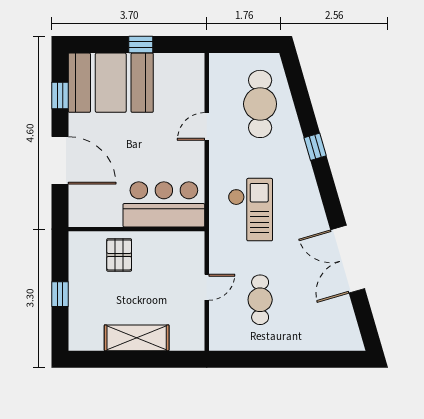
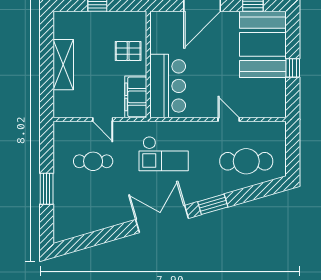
window: (315, 147) -> (213, 204), width x1.50
filing cabinet: (178, 245) -> (136, 97), added
double door: (348, 259) -> (162, 219), moved
window: (295, 359) -> (47, 189), added

